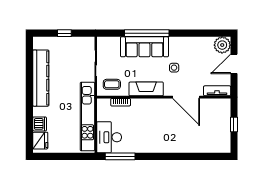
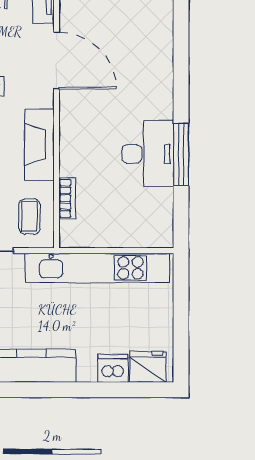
door: (186, 97) -> (57, 61), hinge flipped
desk: (109, 137) -> (148, 154), moved, turned -90
window: (120, 156) -> (181, 154), moved

